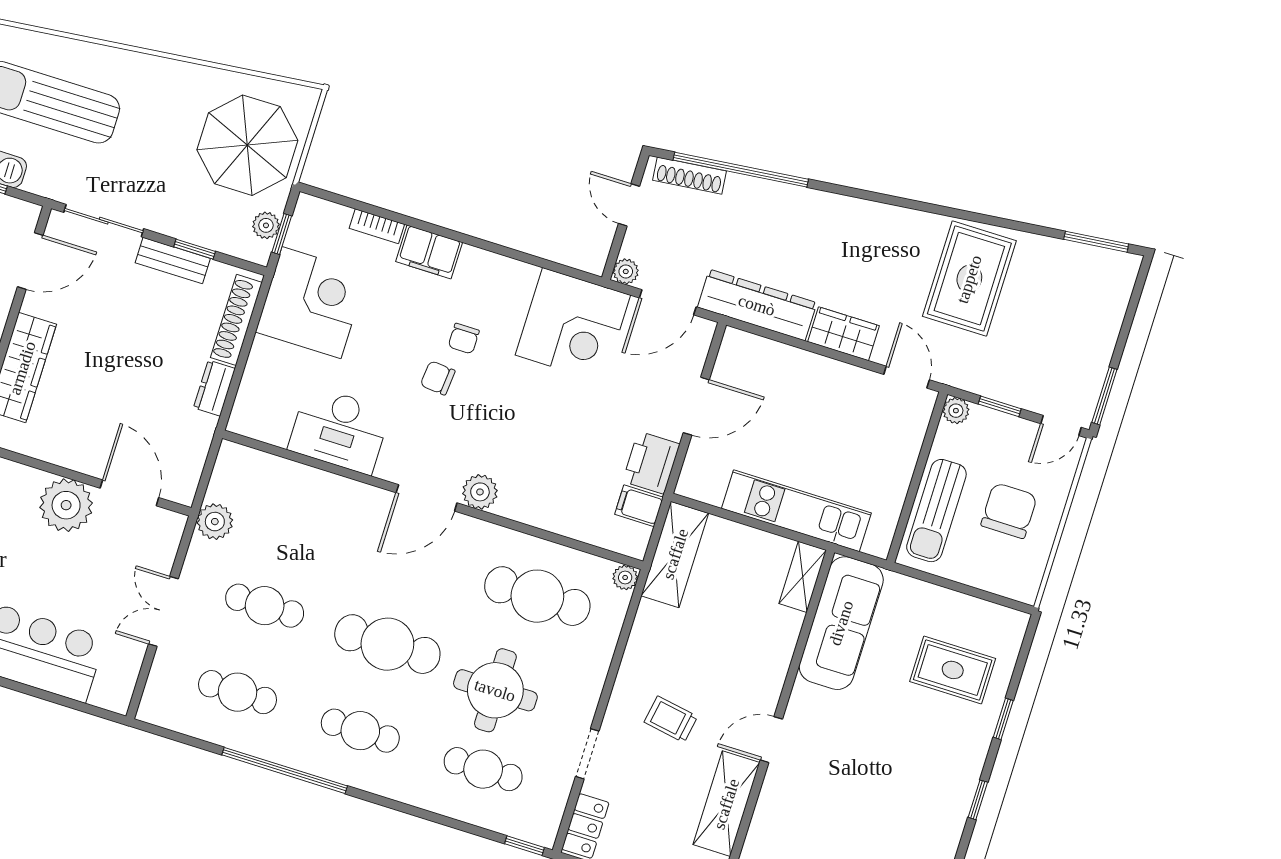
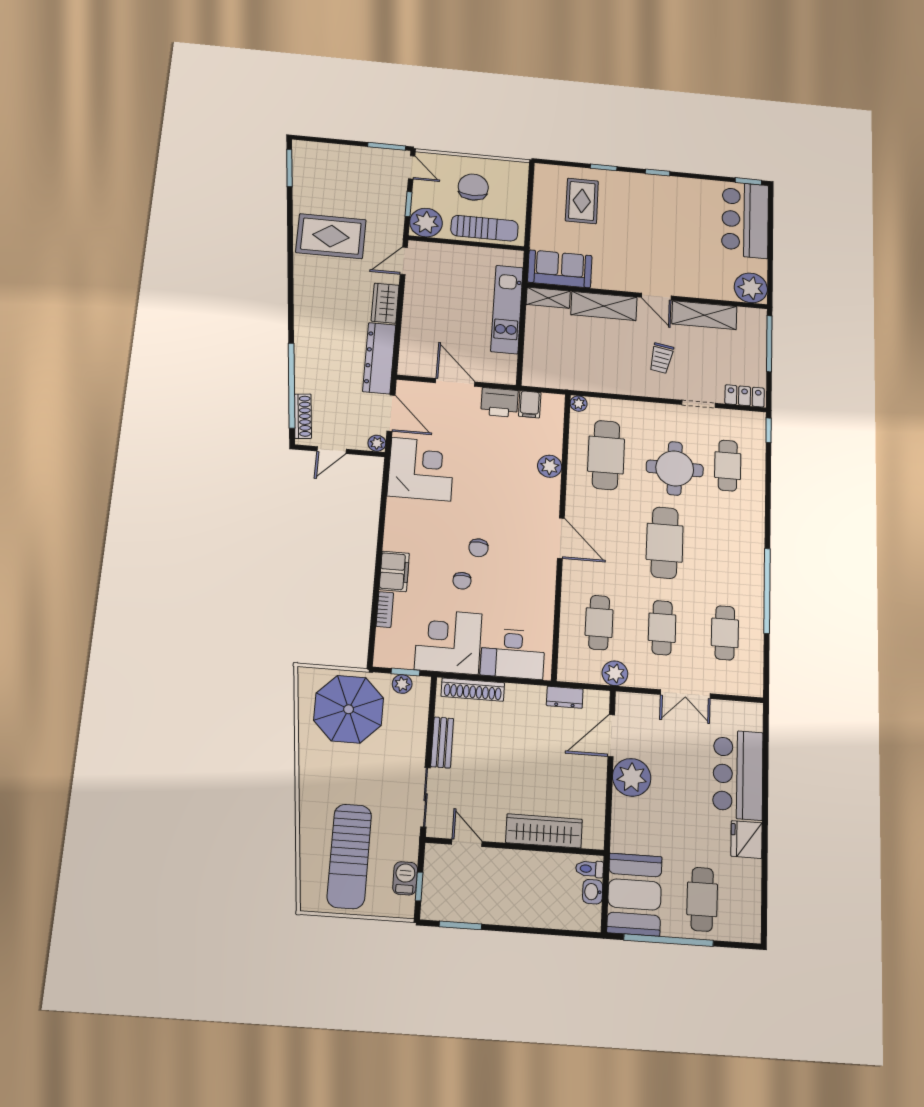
window: (195, 249) -> (430, 729), removed
door: (30, 261) -> (467, 843), width x0.73
chair: (464, 339) -> (462, 581), moved, turned 90
dresser: (214, 388) -> (565, 697), moved
plant: (956, 411) -> (426, 223), width x1.88, depth x1.88
desk: (339, 430) -> (513, 654), moved, turned 90
plant: (480, 492) -> (550, 466), moved
chair: (1009, 511) -> (473, 187), turned 90
shelving: (675, 554) -> (604, 306), moved
sofa: (841, 623) -> (560, 269), width x0.73
cafe table: (360, 731) -> (599, 623), moved

